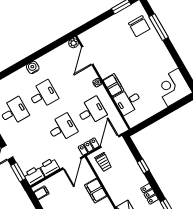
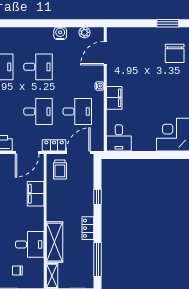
plant: (73, 43) -> (85, 32), moved
water cooler: (33, 67) -> (60, 33), moved
desk: (128, 101) -> (119, 138), moved, turned -90

